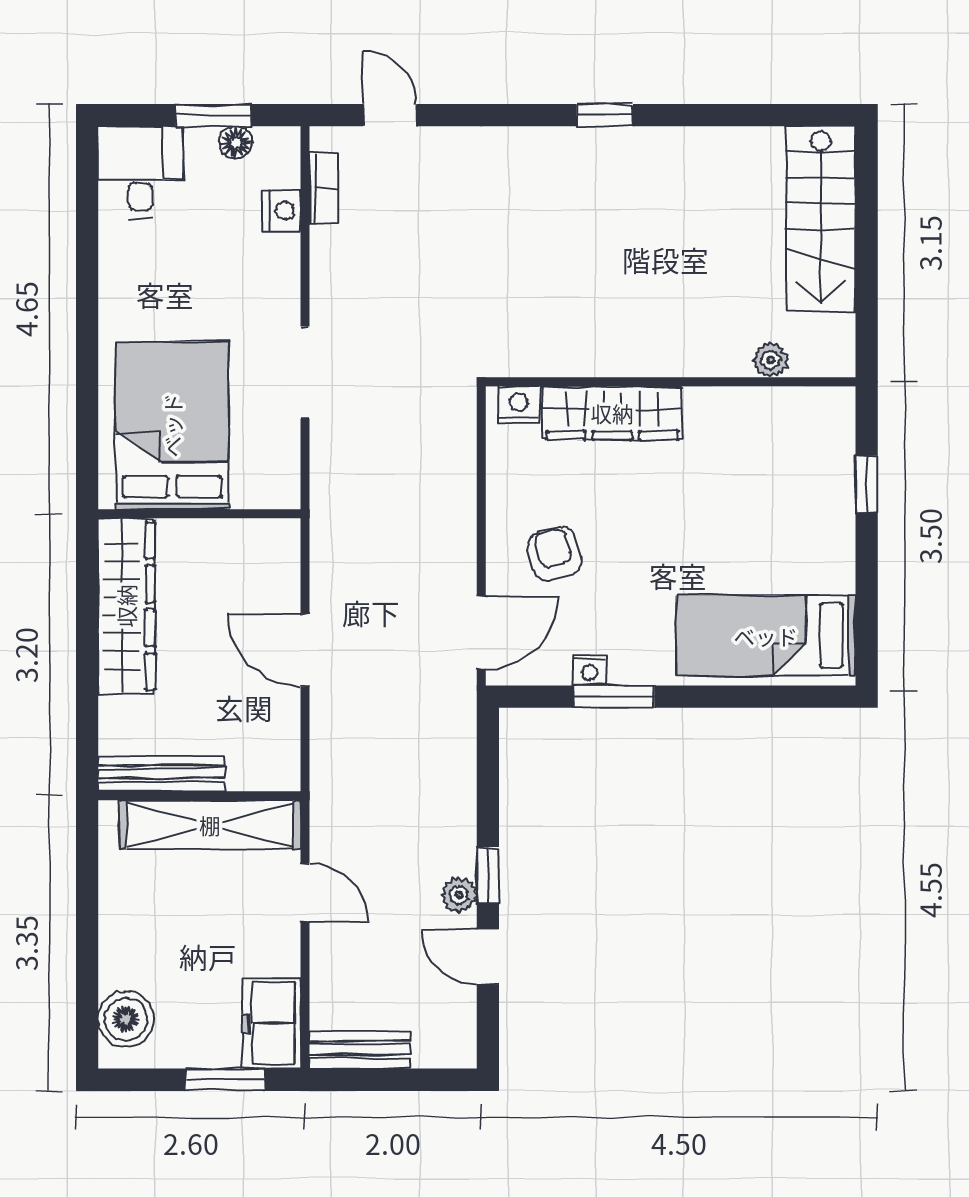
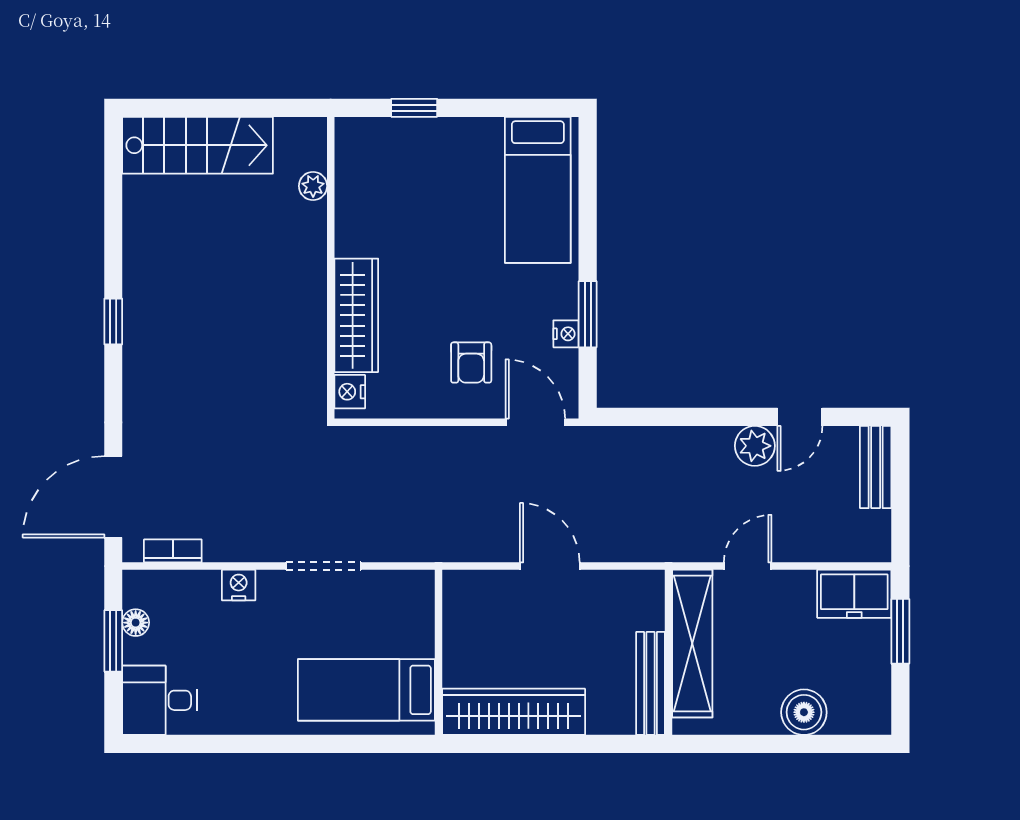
door: (390, 115) -> (113, 497), width x1.87
nightstand: (282, 211) -> (239, 585), moved
bed: (172, 425) -> (366, 690), width x0.67
armchair: (554, 554) -> (471, 363), turned -75
door: (305, 650) -> (550, 566), swing flipped
window: (488, 875) -> (733, 417), removed
plant: (459, 895) -> (755, 446), width x1.38, depth x1.38
boiler: (126, 1019) -> (804, 712), moved
bench: (360, 1049) -> (876, 467), moved

